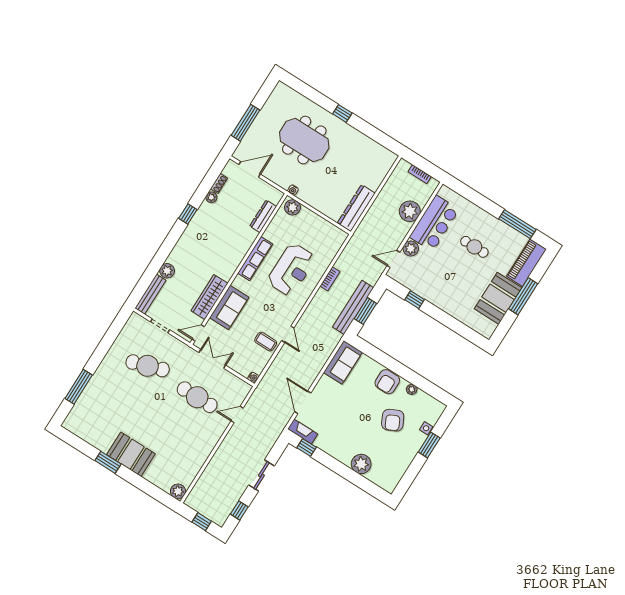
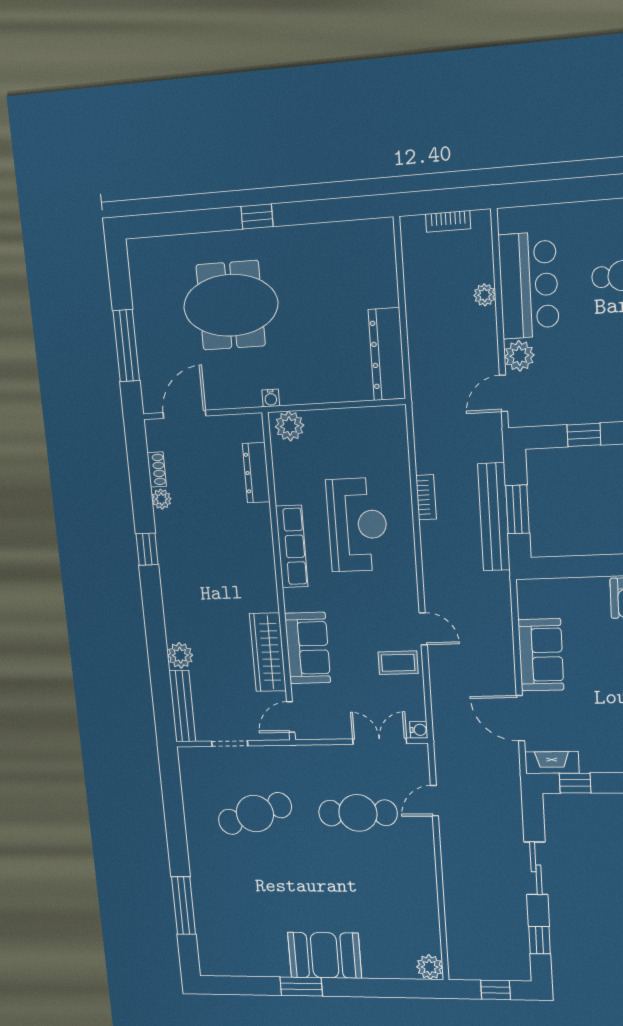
plant: (410, 211) -> (485, 295), width x0.53, depth x0.53
double door: (212, 359) -> (380, 741), moved
sofa: (343, 362) -> (541, 655), moved

